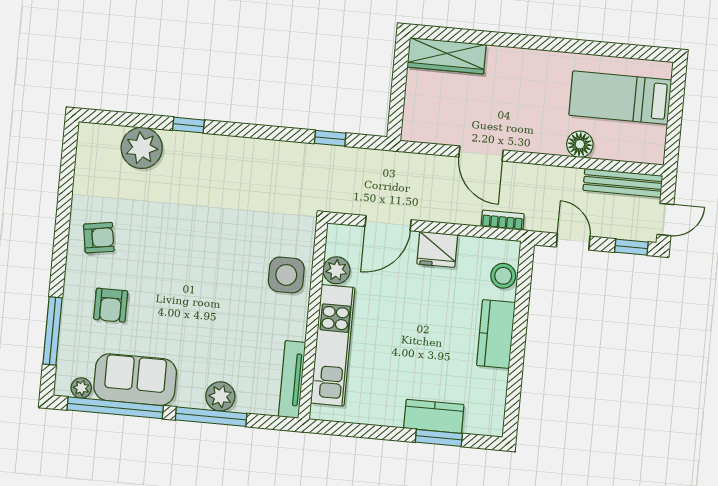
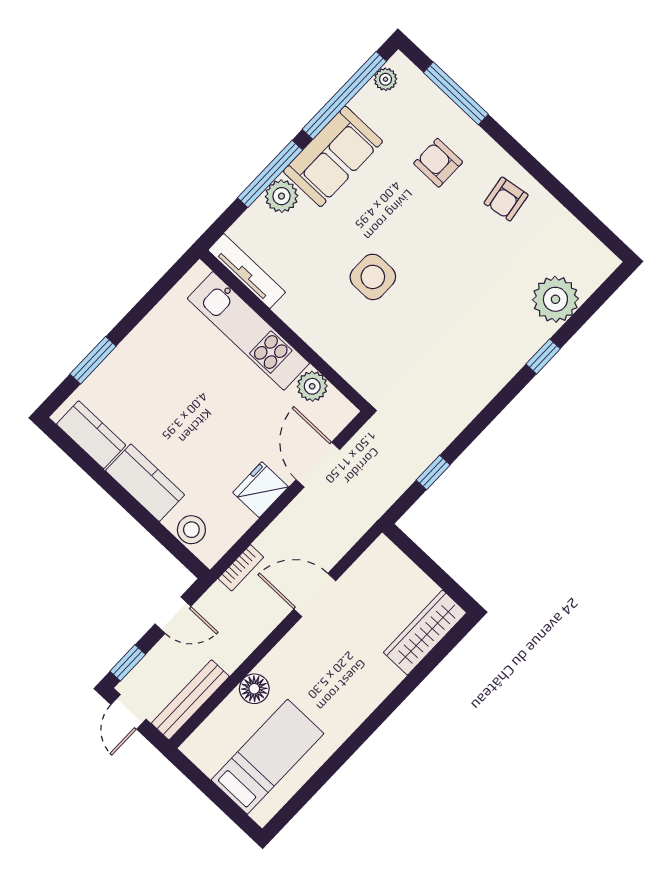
side table: (286, 275) -> (373, 277), moved
sofa: (135, 380) -> (333, 156), moved
kitchen counter: (434, 416) -> (91, 435), moved, turned -90

